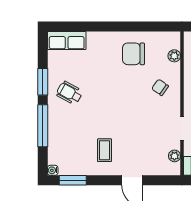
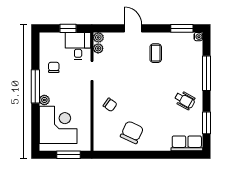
chair: (133, 54) -> (132, 132), turned -65
plant: (174, 56) -> (98, 37), moved
window: (43, 82) -> (206, 123), moved

